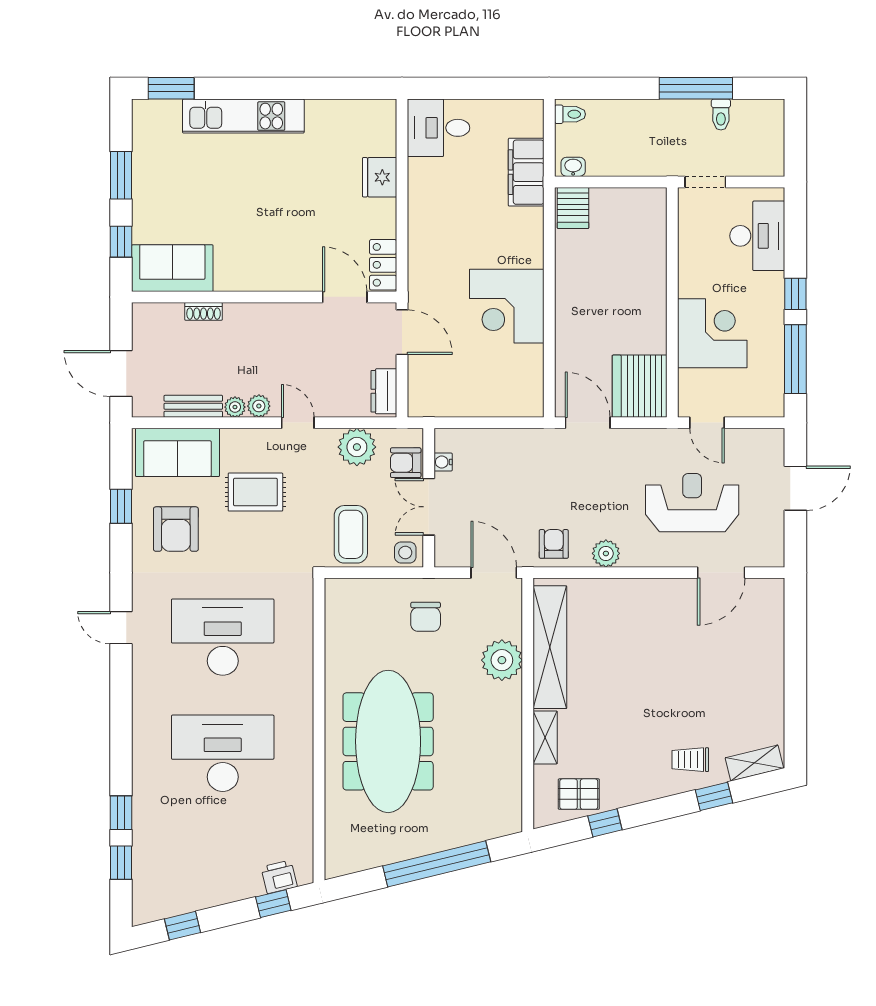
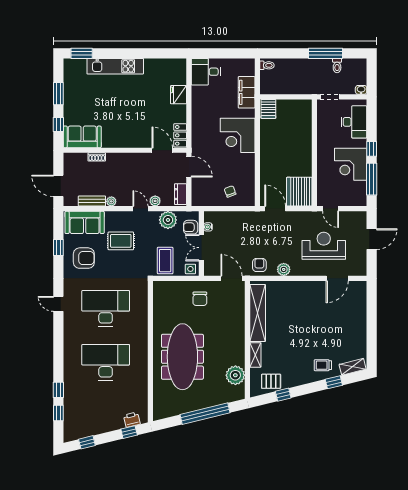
washbasin: (573, 167) -> (361, 90), moved
corner desk: (507, 306) -> (238, 135), moved
corner desk: (712, 333) -> (351, 164), moved, turned 180
chair: (491, 386) -> (230, 191), added
plant: (259, 406) -> (155, 201), moved
armchair: (176, 529) -> (84, 258), turned -90
plant: (502, 660) -> (235, 375), moved

